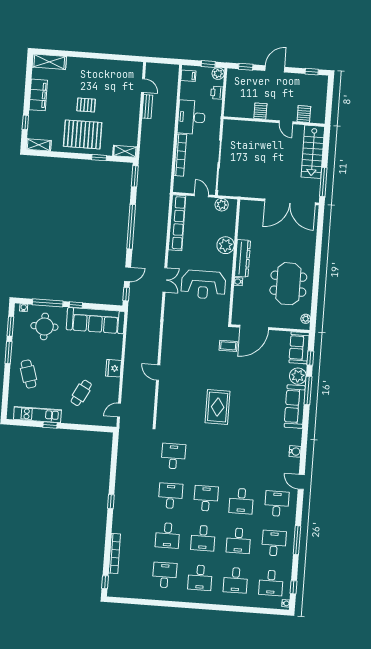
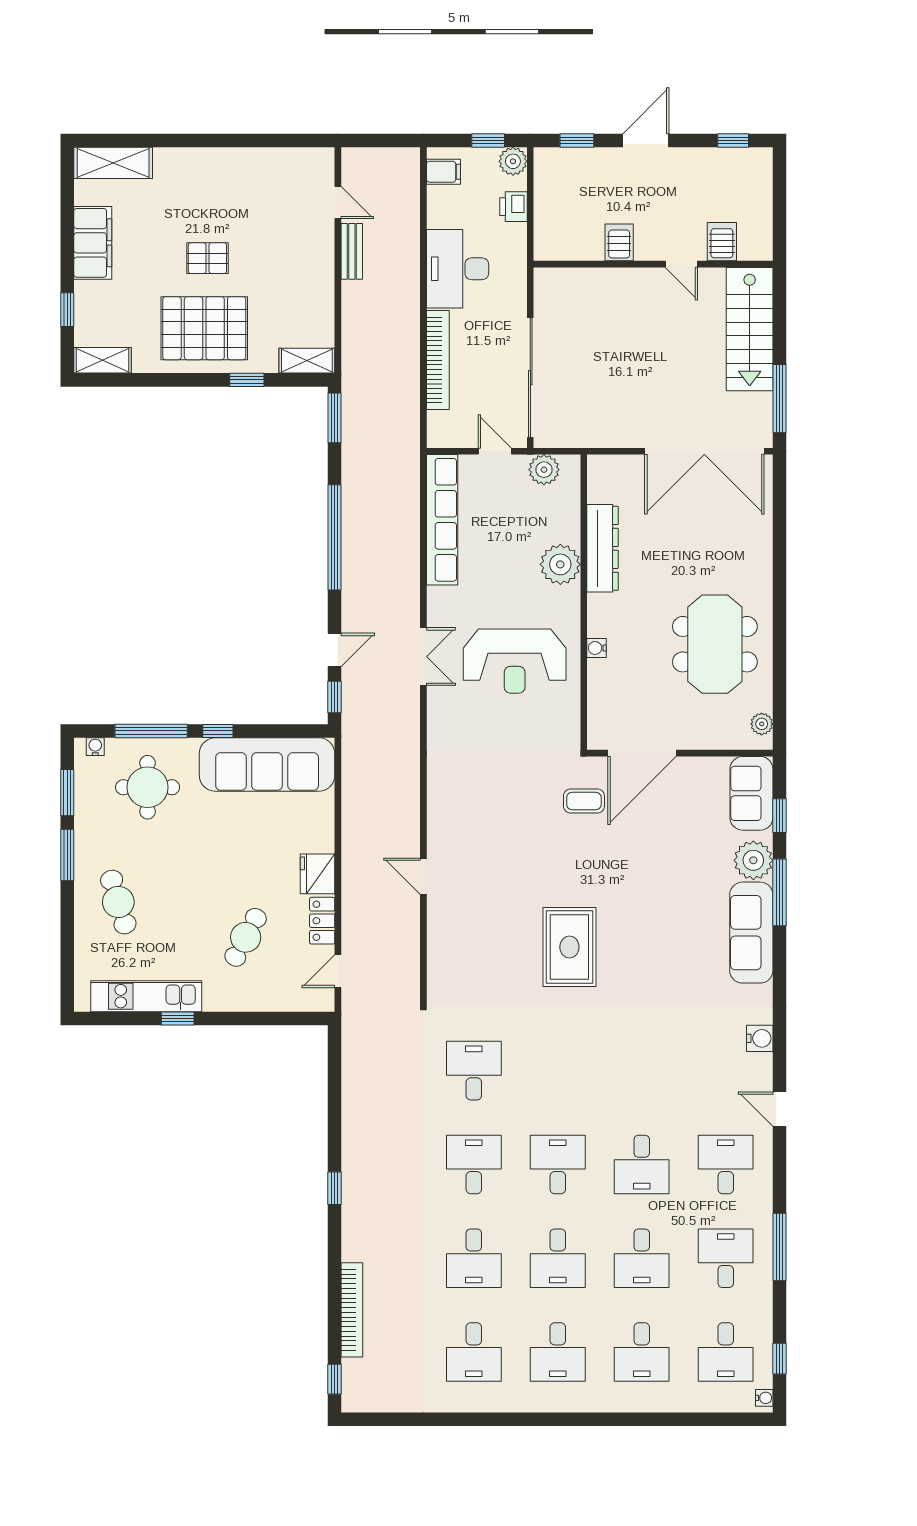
dresser: (243, 258) -> (603, 548), moved
locker: (114, 388) -> (322, 921), added
desk: (165, 575) -> (474, 1352), turned 180

